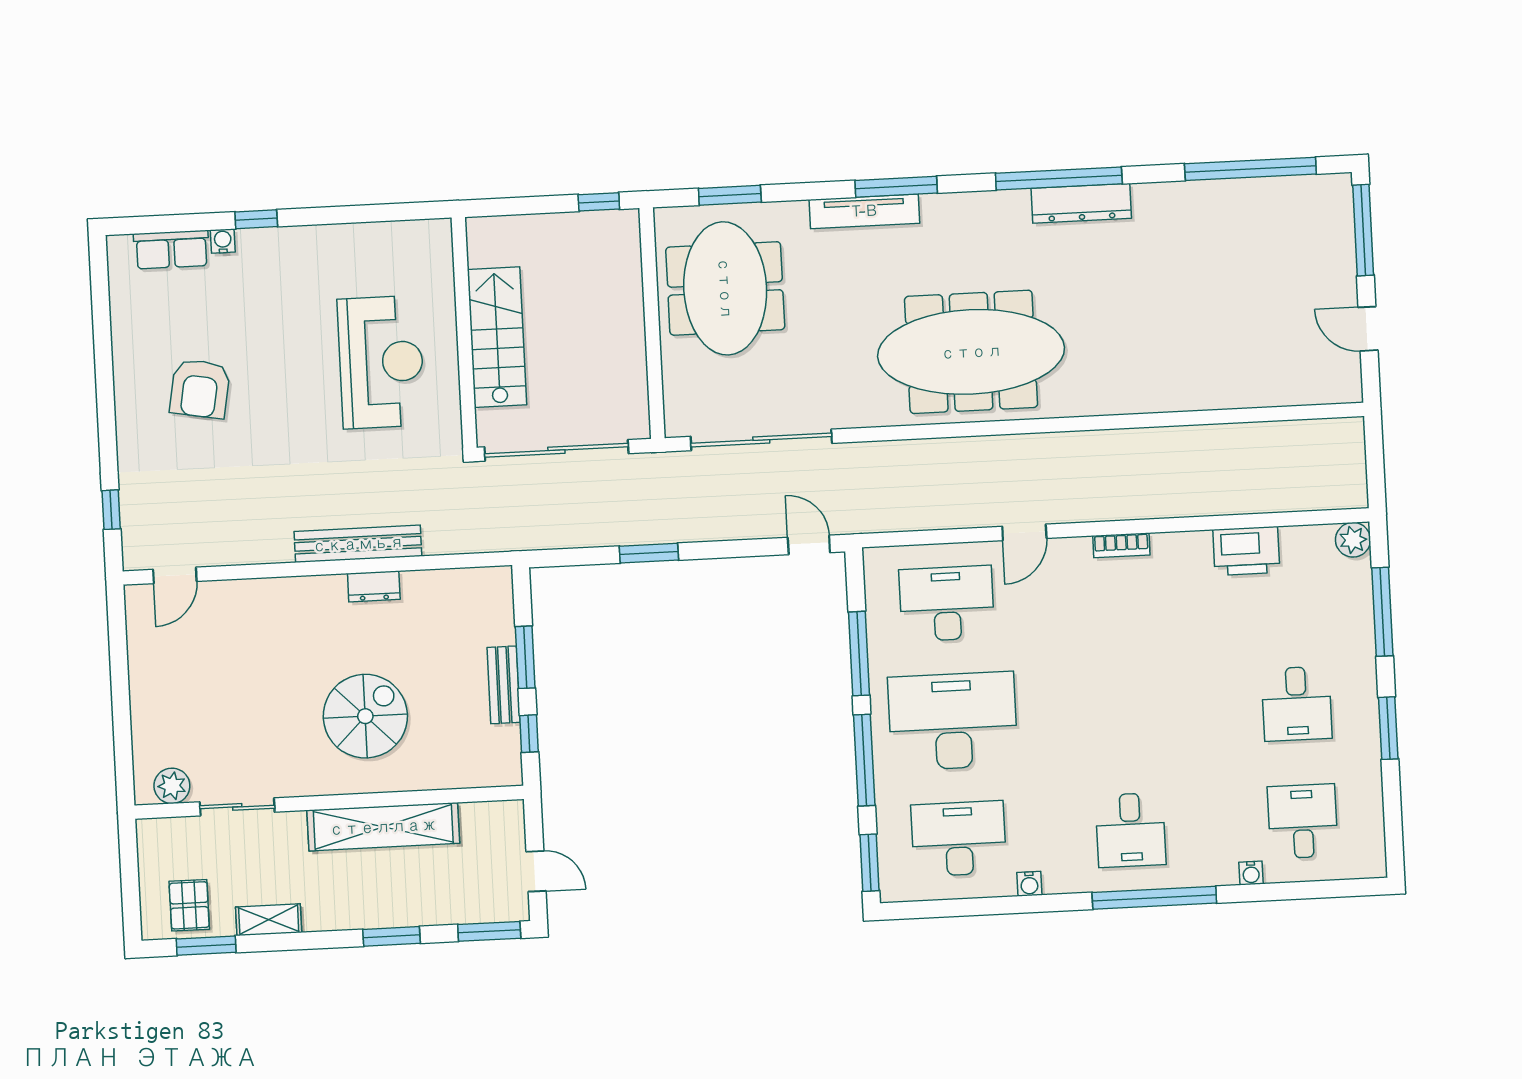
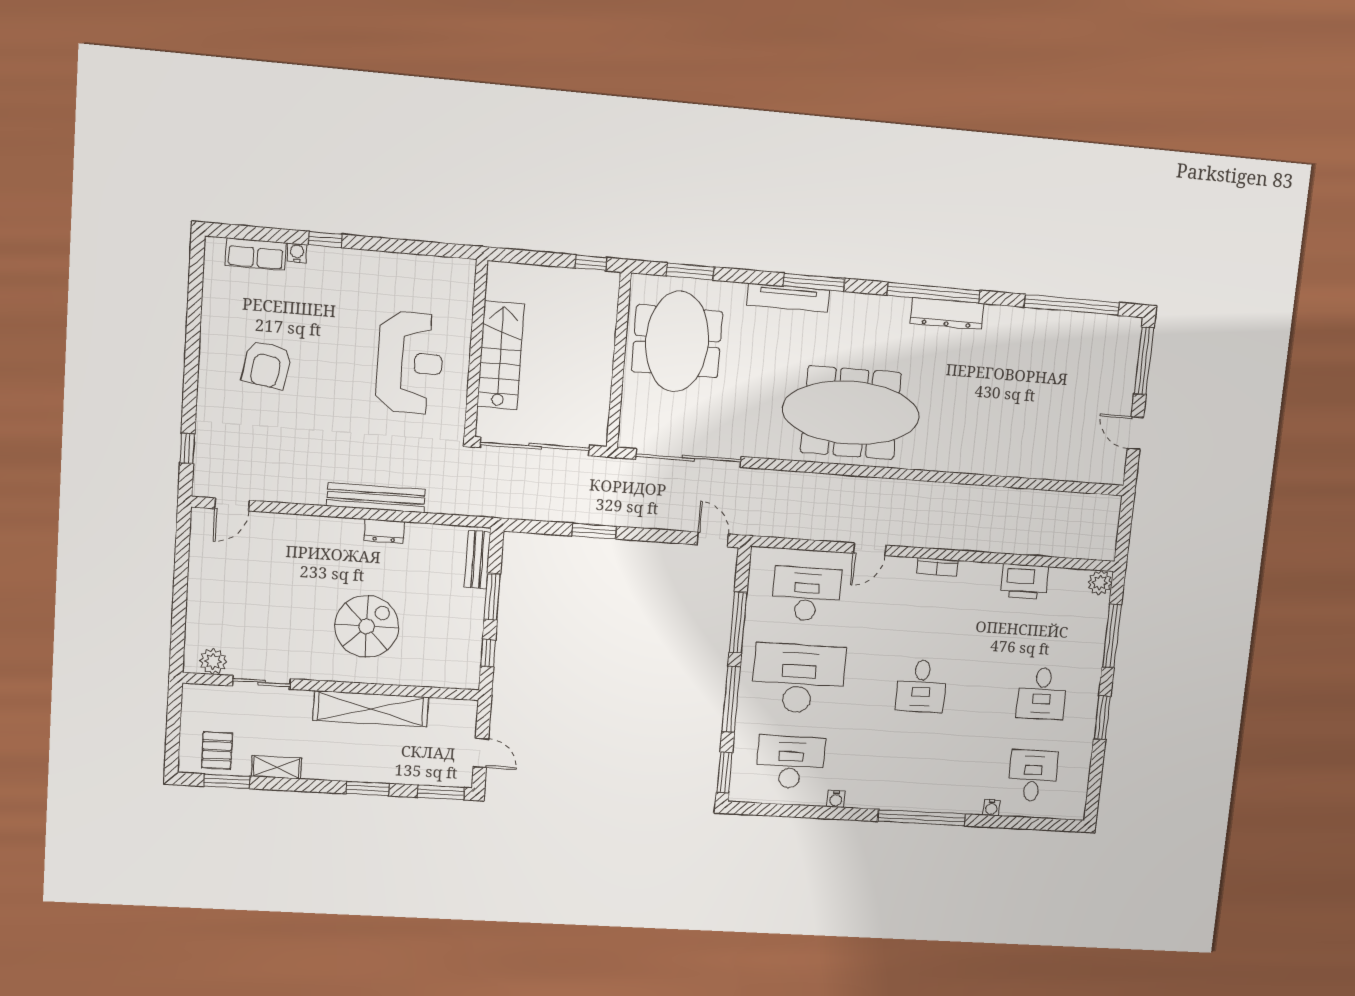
bench: (504, 685) -> (478, 560), moved
desk: (1131, 830) -> (921, 686), moved

